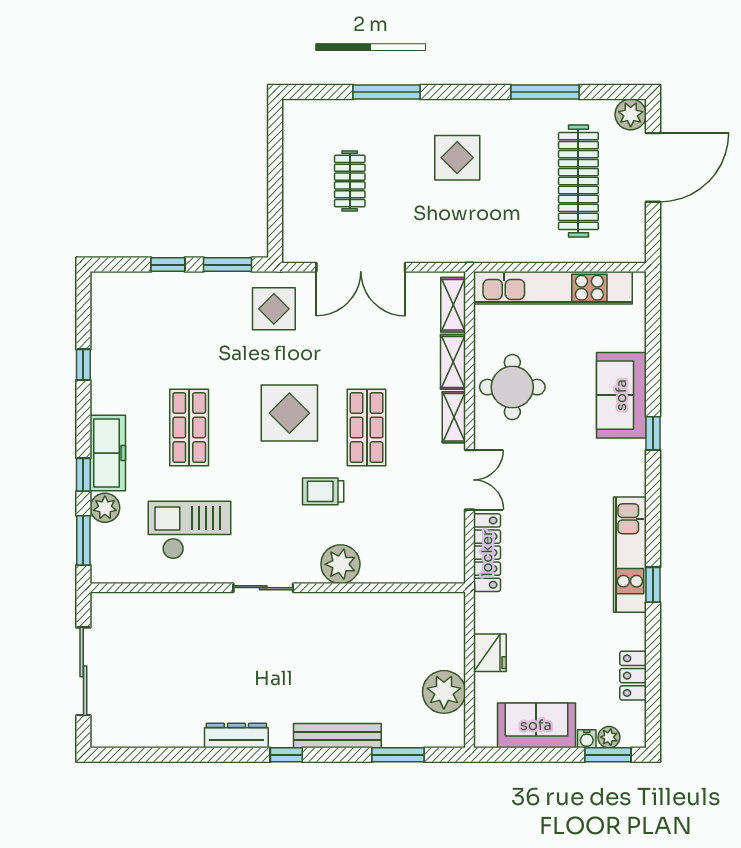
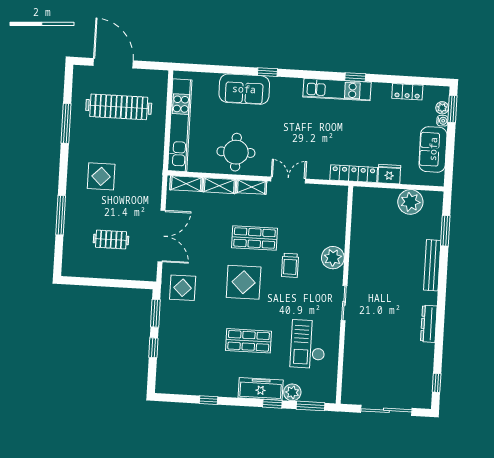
plant: (631, 114) -> (82, 74), removed
locker: (487, 553) -> (354, 174), moved
window: (286, 755) -> (437, 383), moved

